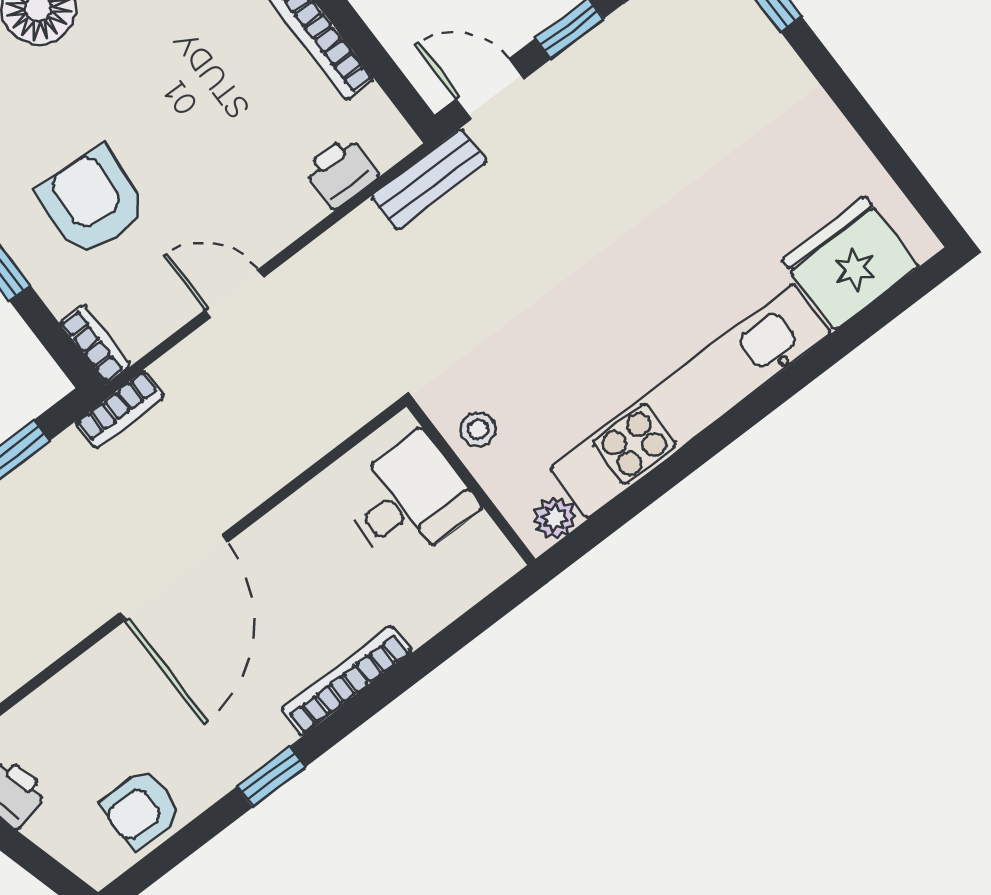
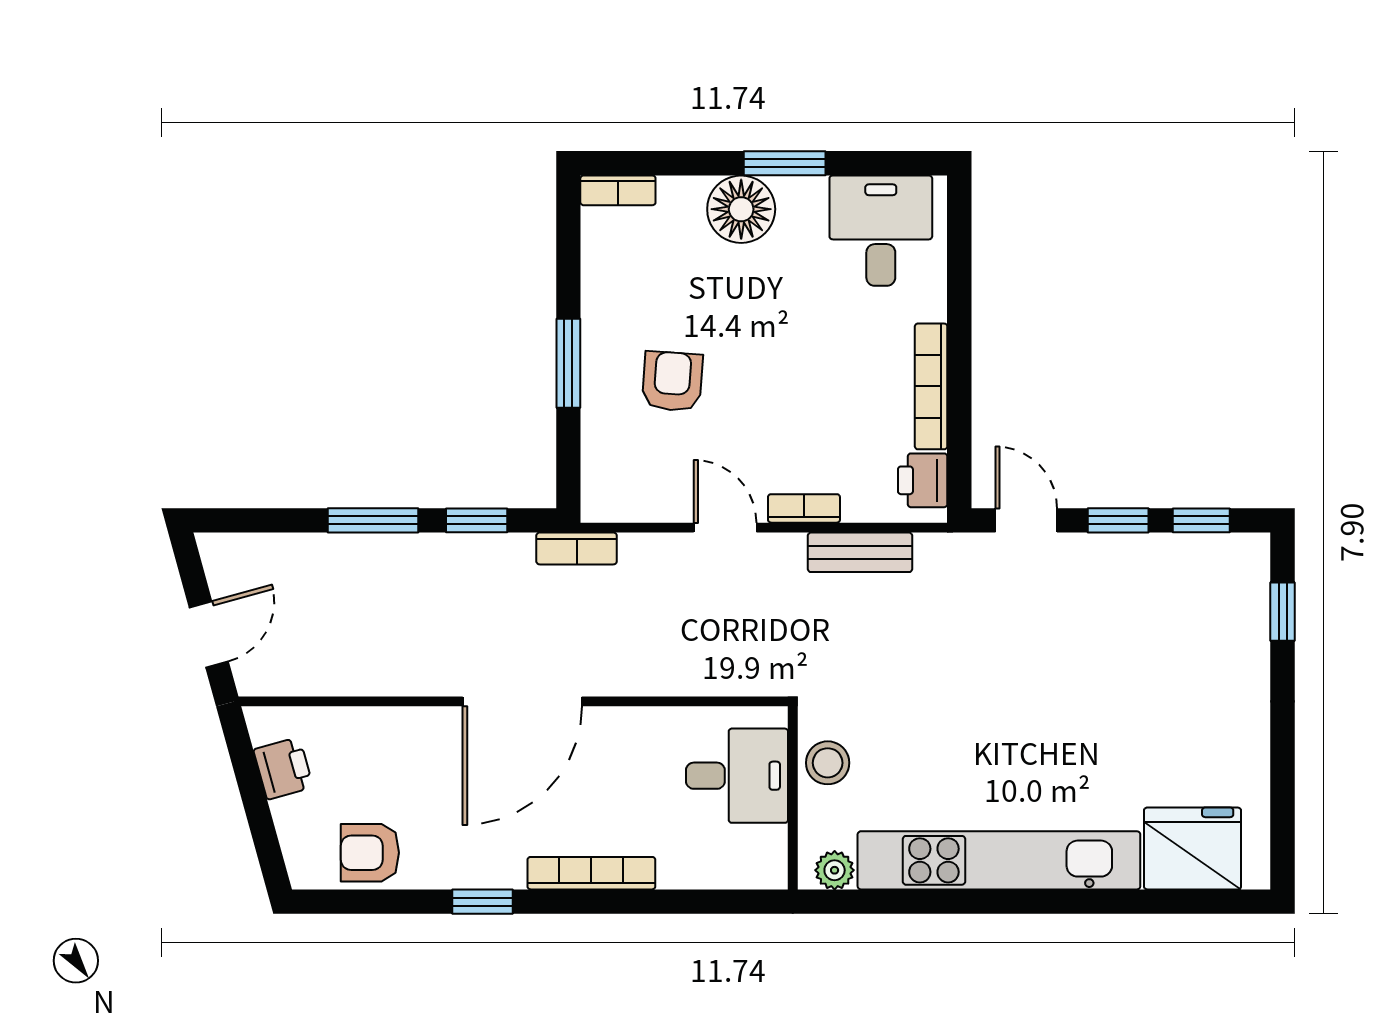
printer: (341, 172) -> (923, 480), moved, turned -90
bench: (429, 179) -> (860, 552), moved
armchair: (92, 202) -> (672, 381), width x0.72, depth x0.72
bookcase: (95, 344) -> (804, 508), moved, turned -90
stool: (478, 429) -> (828, 763), width x1.37, depth x1.37

